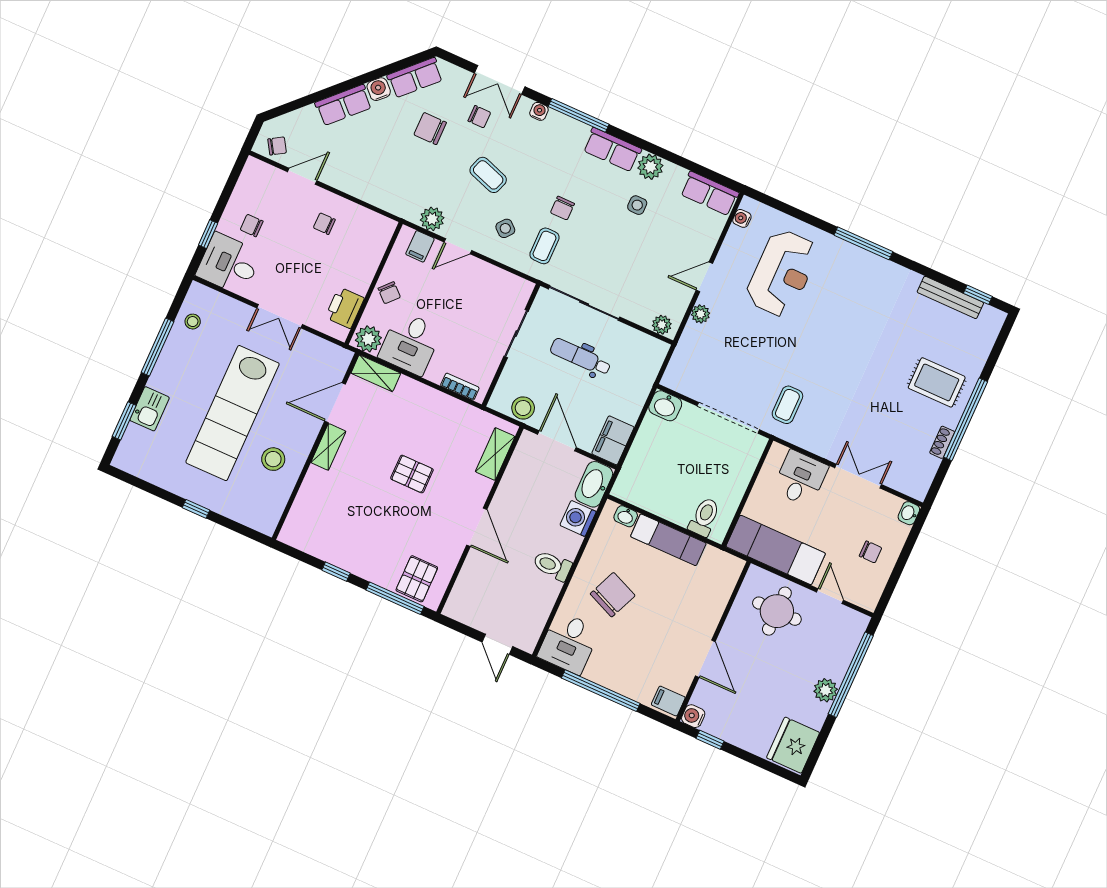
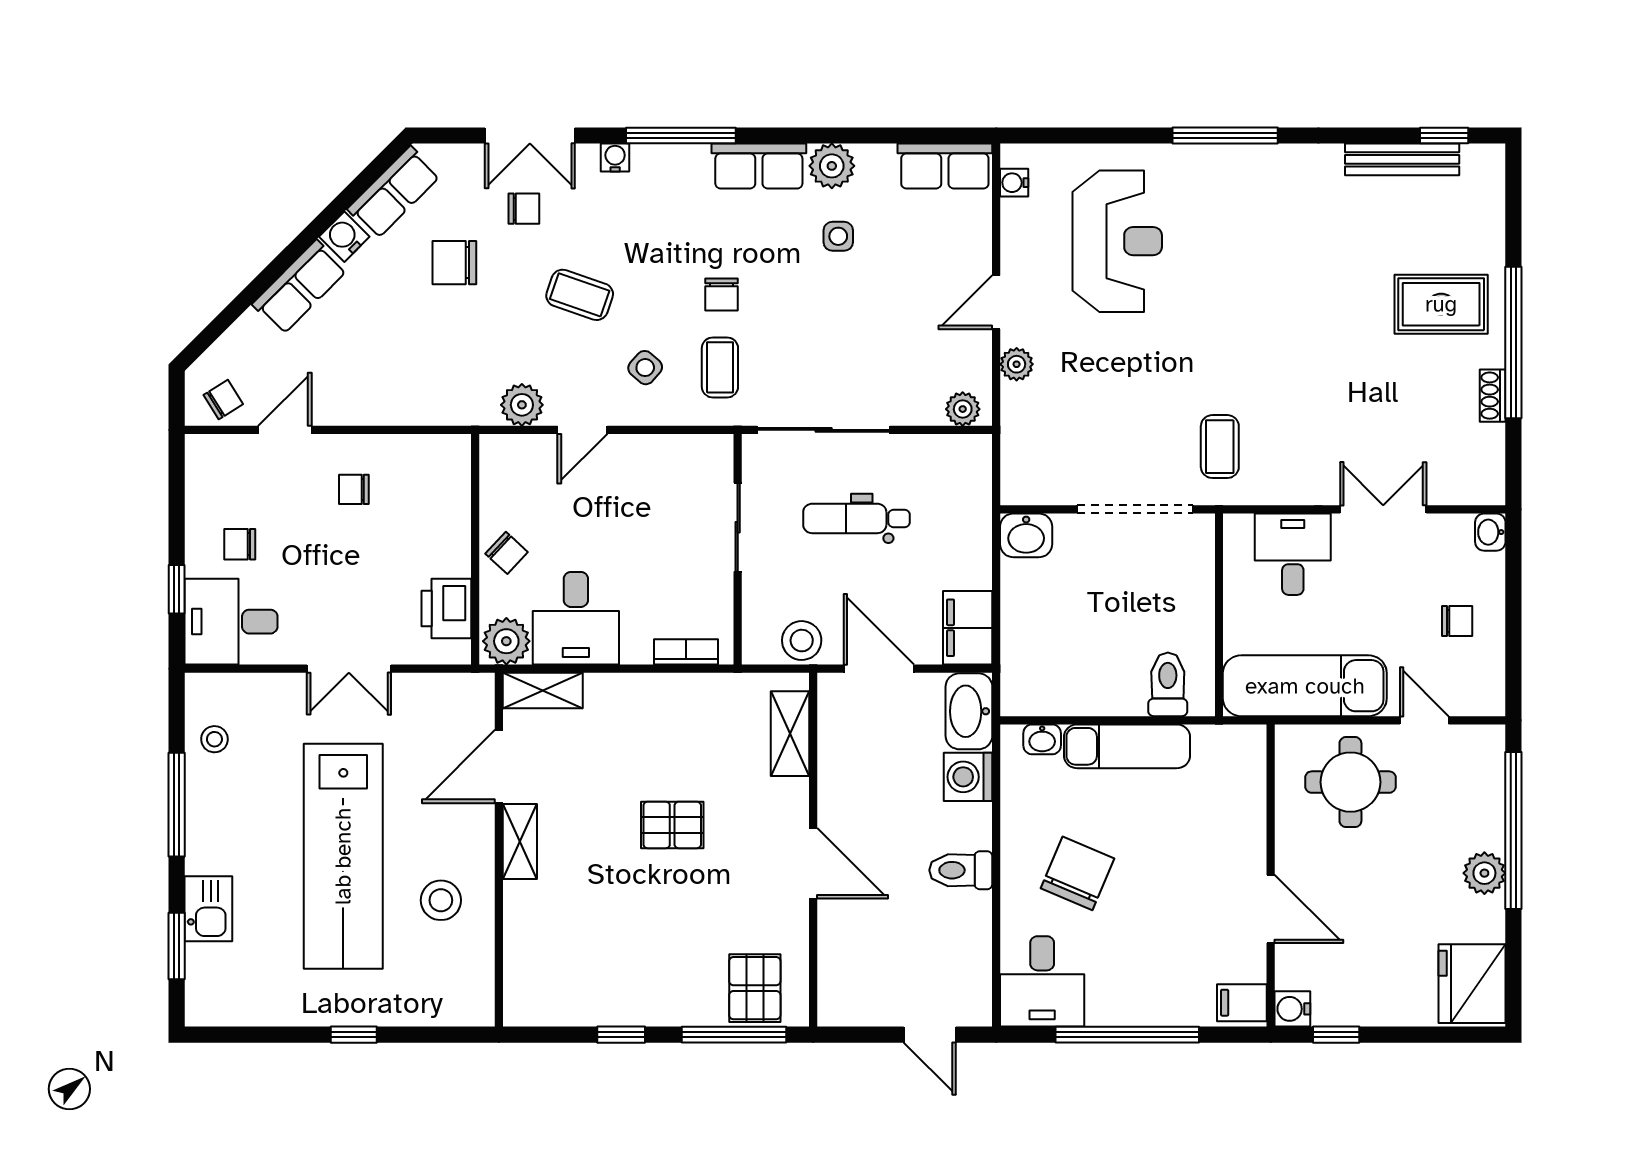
filing cabinet: (420, 246) -> (522, 457), removed

